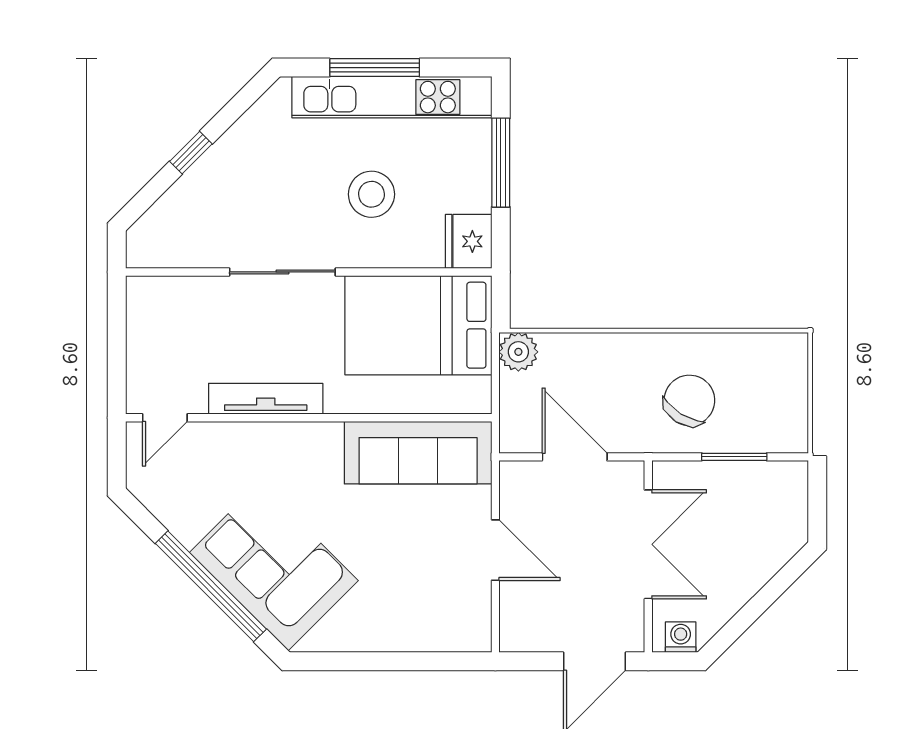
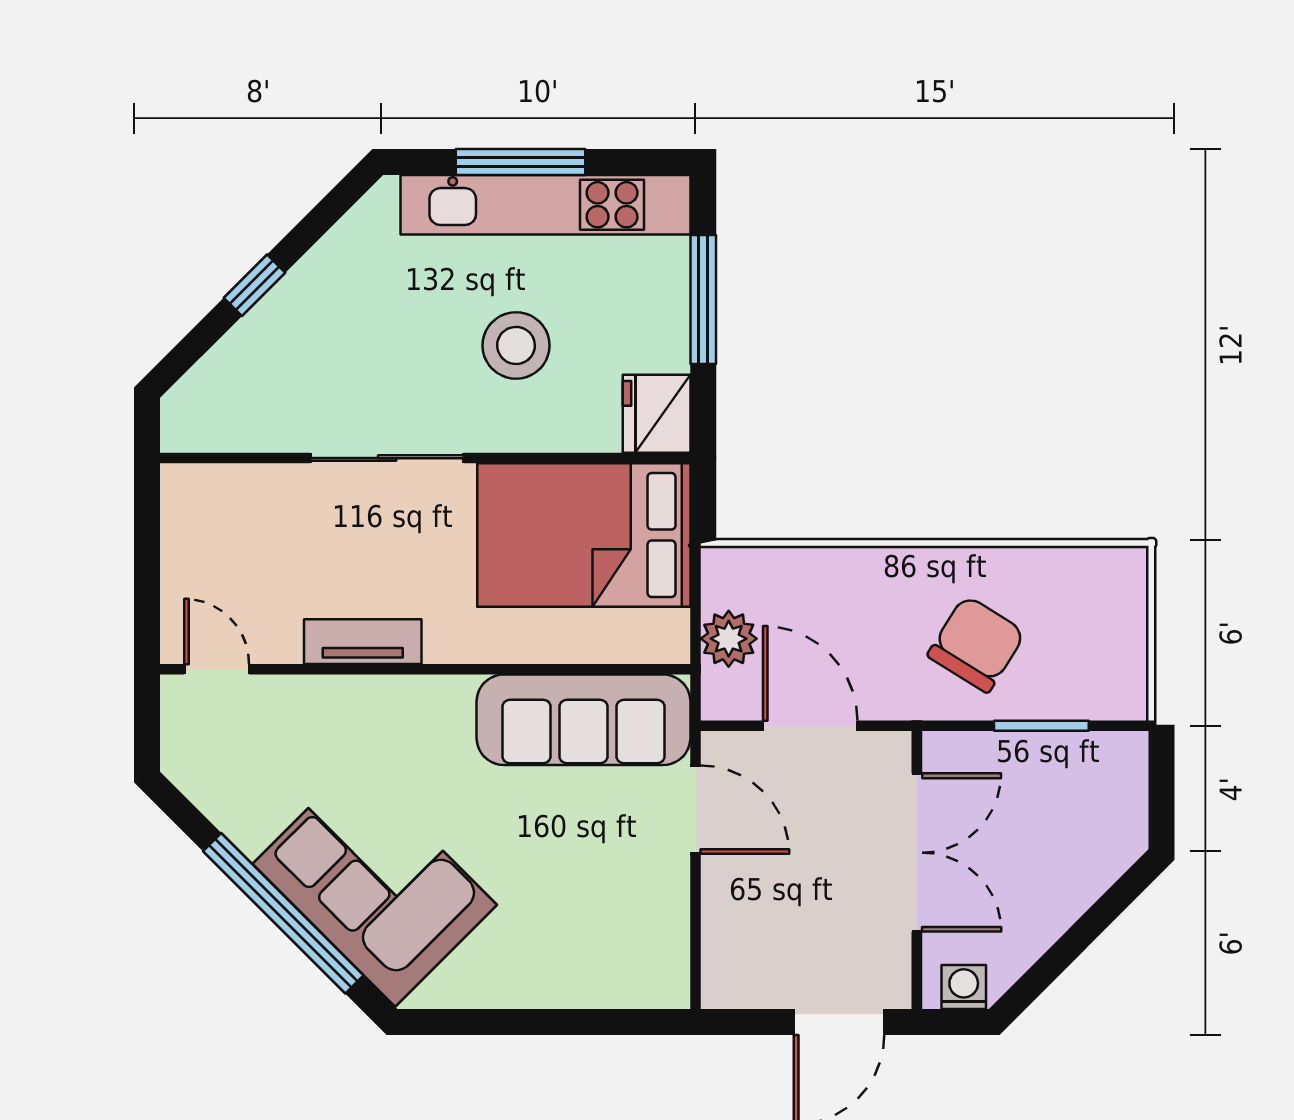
plant: (518, 352) -> (729, 639), moved
tv unit: (266, 399) -> (363, 642), width x0.71
door: (165, 418) -> (217, 669), swing flipped
door: (495, 550) -> (695, 810), moved

